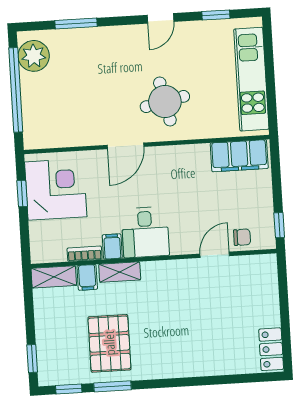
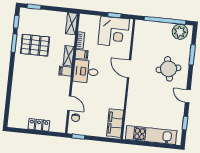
round table: (165, 102) -> (169, 69), moved
filing cabinet: (87, 277) -> (65, 71), moved
locker: (271, 349) -> (39, 125), moved

